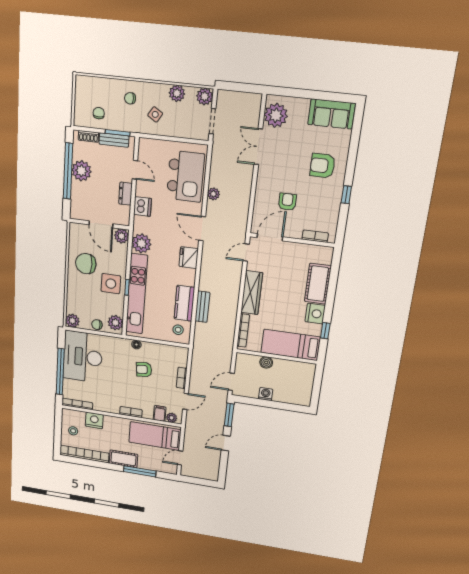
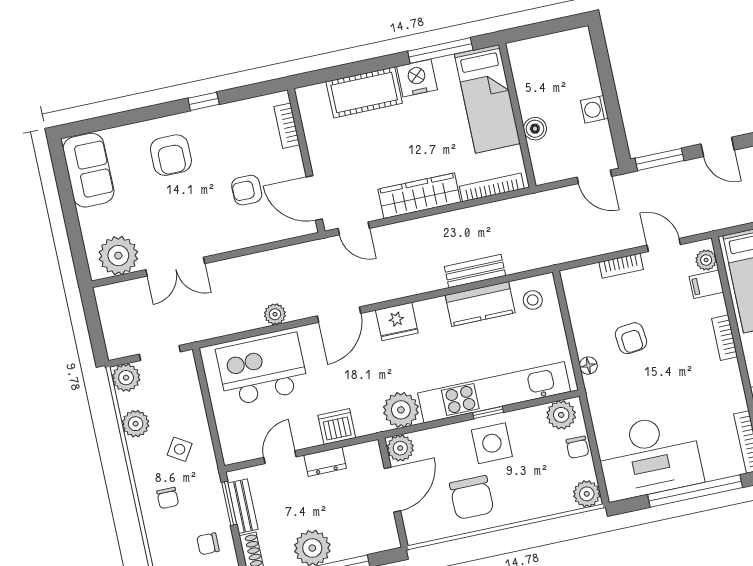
window: (325, 331) -> (440, 51), width x2.17

